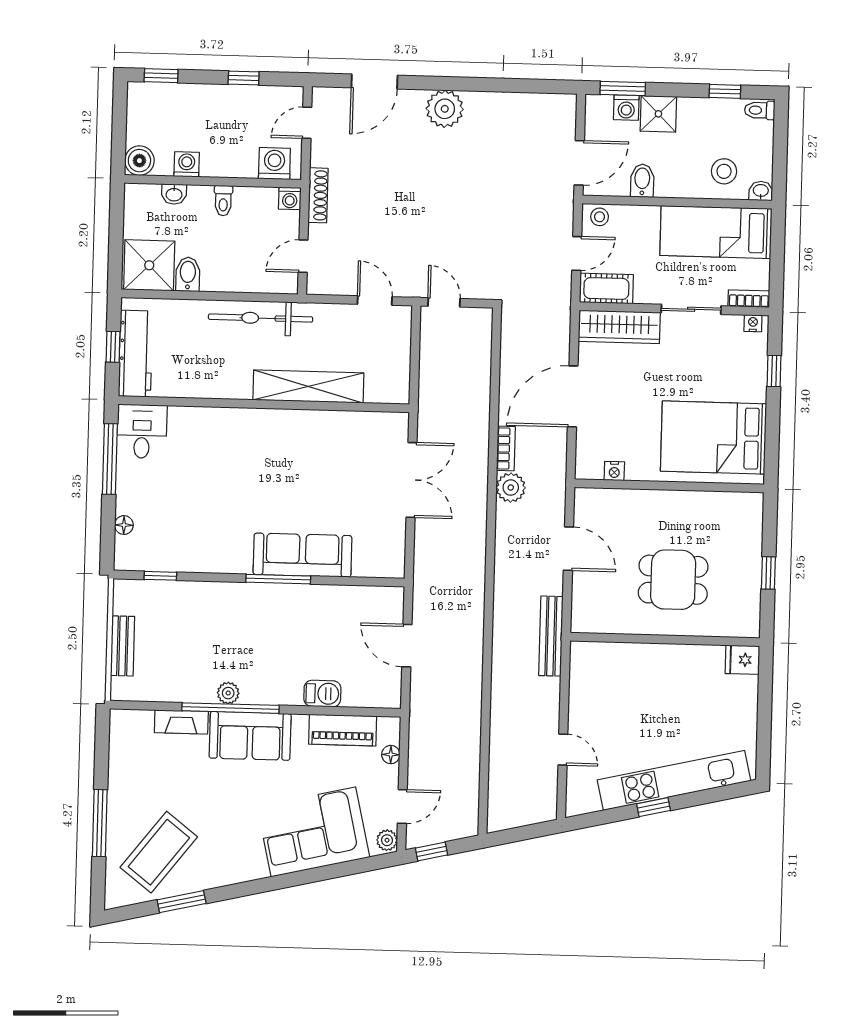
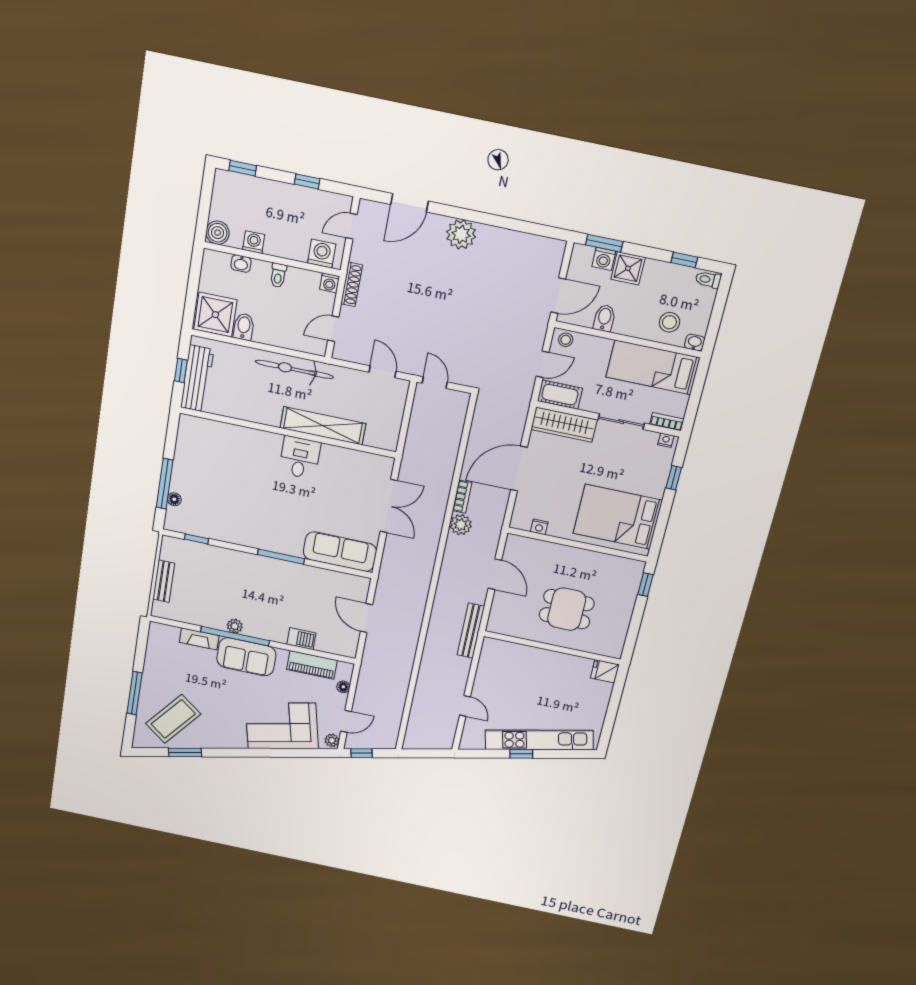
desk: (142, 431) -> (300, 458), moved
window: (110, 459) -> (165, 484), moved
sofa: (302, 555) -> (340, 552), moved
window: (768, 573) -> (645, 585), moved

